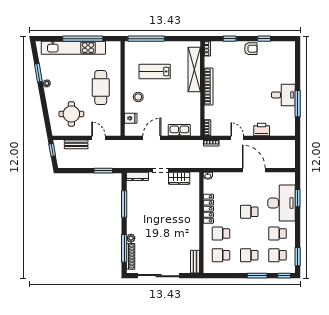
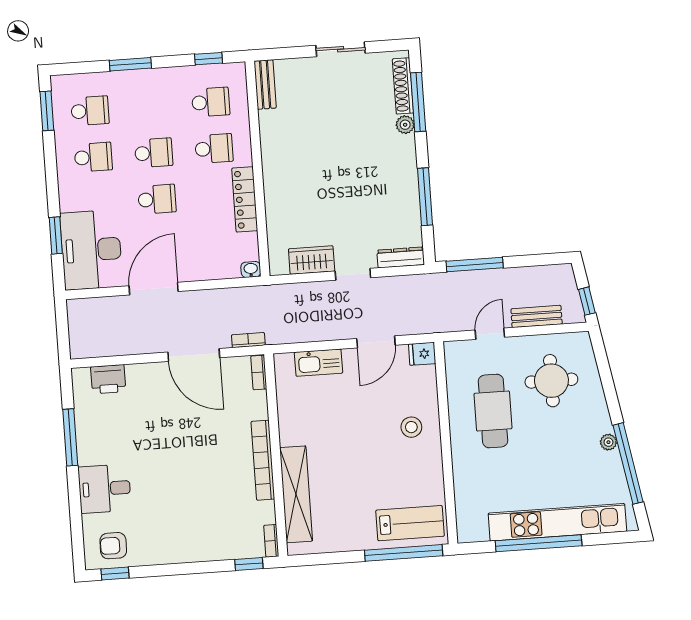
window: (230, 39) -> (249, 564), moved
window: (264, 39) -> (115, 574), moved
armchair: (251, 49) -> (113, 546), moved
lab bench: (155, 71) -> (410, 523), moved
window: (38, 73) -> (628, 463), width x2.11
cafe table: (101, 88) -> (493, 411), moved
desk: (283, 95) -> (105, 489), moved
fridge: (131, 118) -> (422, 354), moved
printer: (262, 129) -> (108, 379), moved
door: (98, 138) -> (490, 334), swing flipped
door: (237, 138) -> (194, 355), width x1.87
door: (254, 170) -> (154, 289), swing flipped
window: (103, 171) -> (475, 264), width x1.44
desk: (282, 203) -> (91, 250), moved
school desk: (249, 255) -> (154, 153), moved
sliding door: (159, 276) -> (341, 49), width x0.54
window: (284, 276) -> (209, 59), moved

